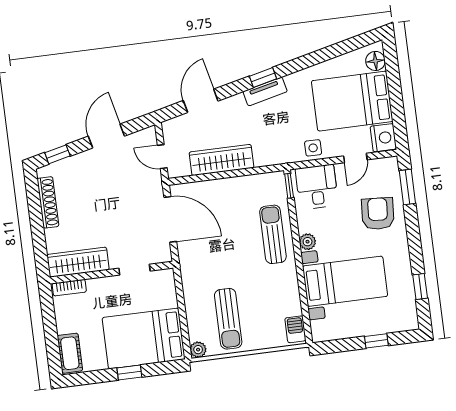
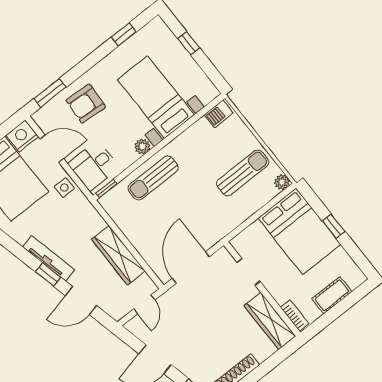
window: (263, 77) -> (48, 275), moved
tv unit: (265, 92) -> (49, 258), width x1.41
door: (355, 158) -> (52, 149), width x1.38
cot: (70, 353) -> (332, 295), moved

